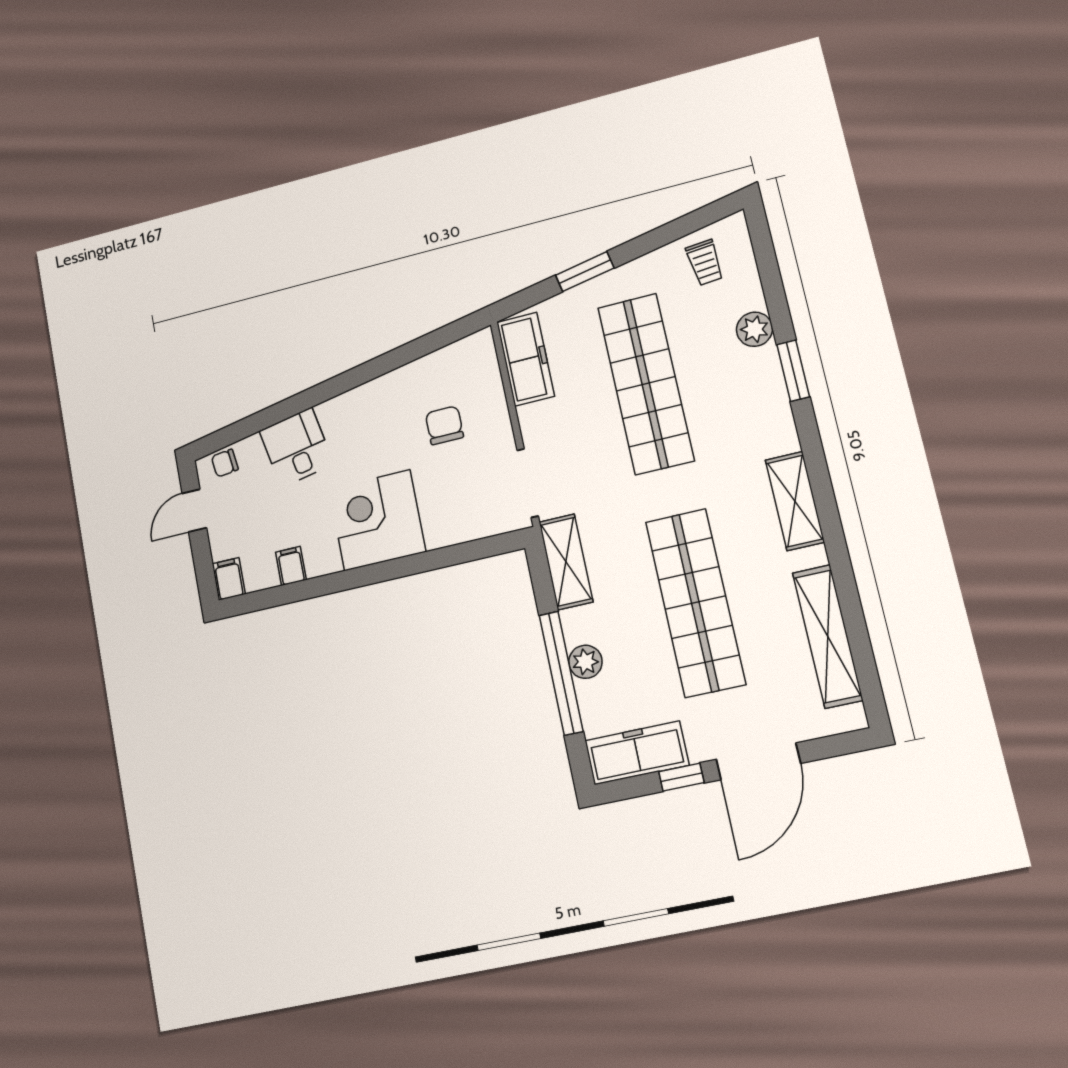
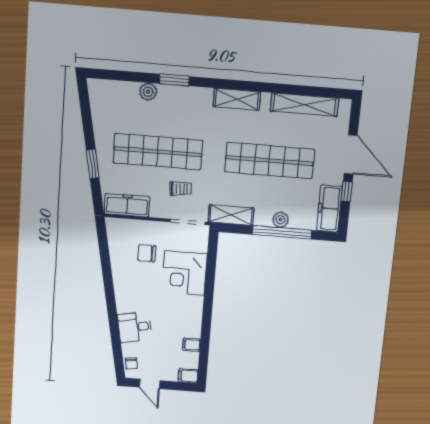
trolley: (705, 263) -> (180, 189), moved
corner desk: (377, 520) -> (185, 273), moved

